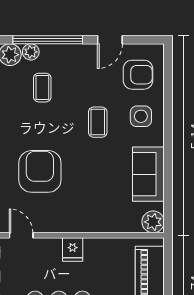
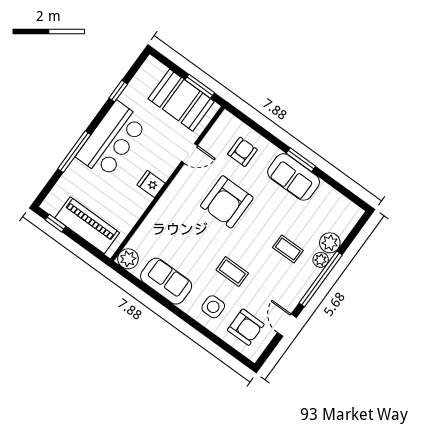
armchair: (138, 75) -> (246, 327), turned -90
armchair: (40, 171) -> (227, 202), turned 90

